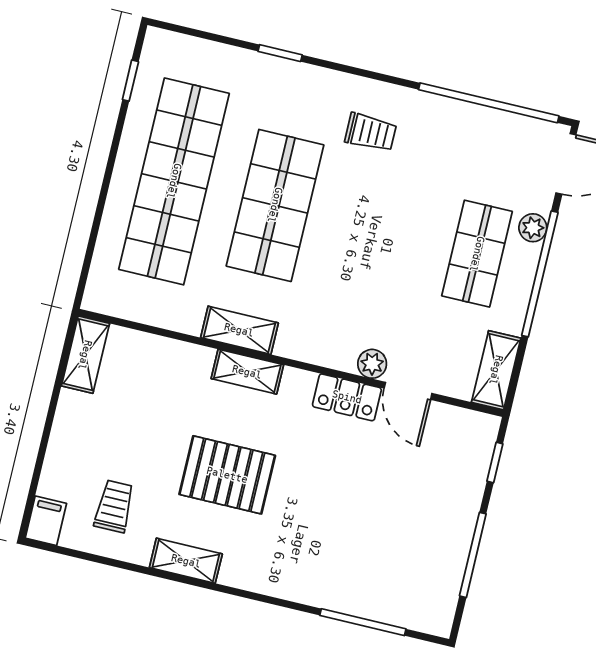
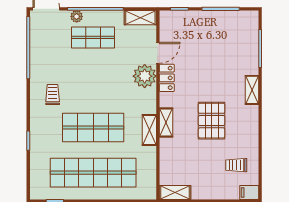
plant: (372, 364) -> (145, 76), width x1.87, depth x1.87
shelving: (186, 561) -> (252, 90), moved

